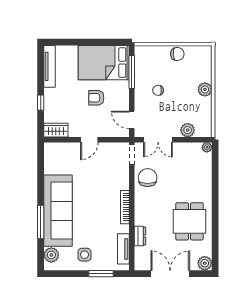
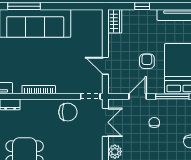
door: (132, 120) -> (138, 96), moved
door: (89, 140) -> (105, 66), moved
double door: (158, 140) -> (105, 122), swing flipped

